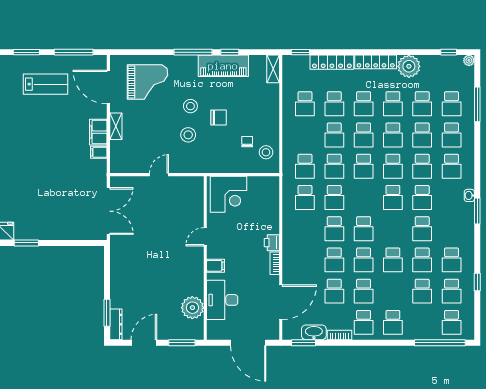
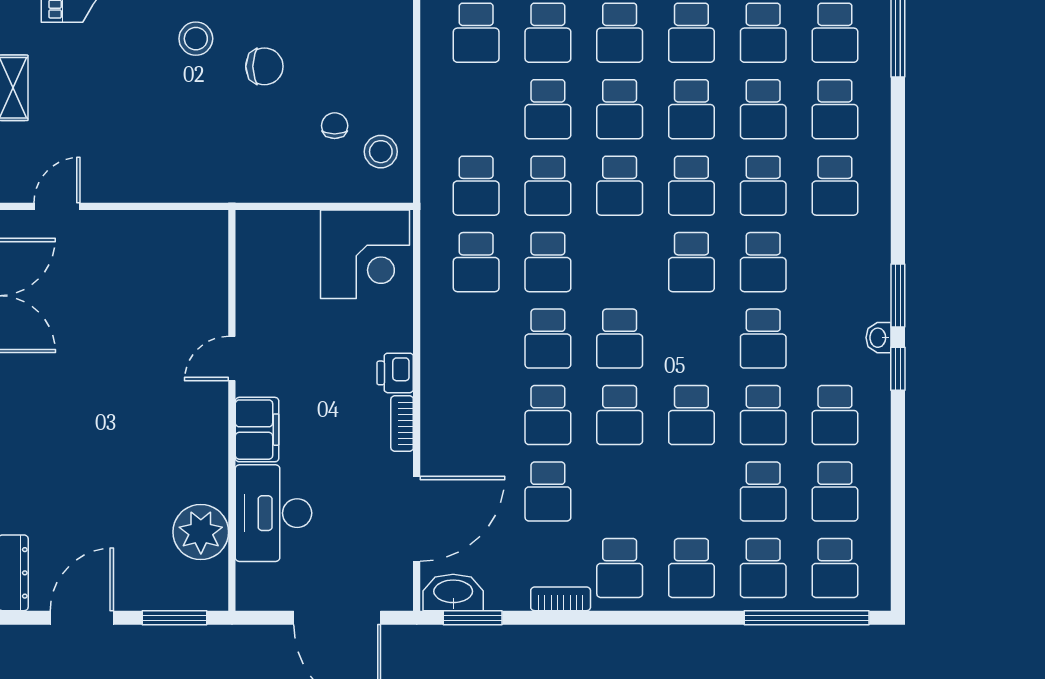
stool: (188, 135) -> (190, 109), removed
door: (159, 175) -> (57, 206), moved
corner desk: (228, 194) -> (365, 254), moved
washbasin: (469, 195) -> (879, 338), moved
filing cabinet: (215, 266) -> (257, 430), width x2.00
window: (477, 282) -> (898, 369), moved
school desk: (364, 291) -> (763, 568), moved
washbasin: (314, 332) -> (453, 592), moved

